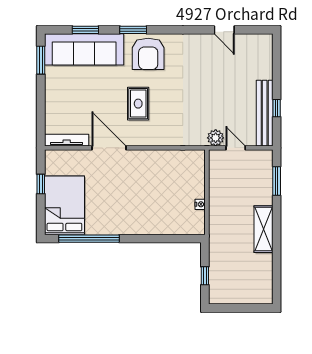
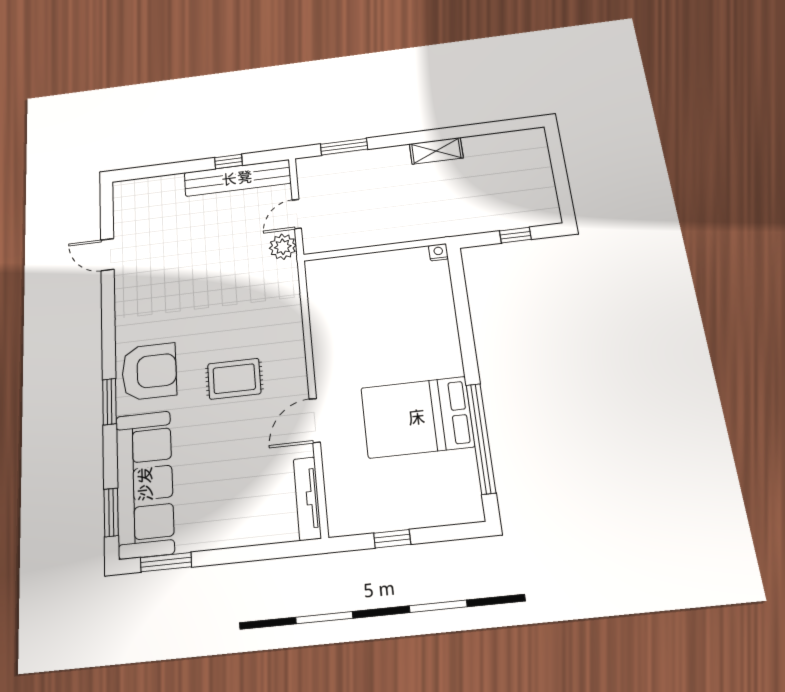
window: (85, 30) -> (111, 512), moved
door: (224, 30) -> (107, 255), swing flipped
door: (109, 148) -> (315, 421), width x0.73
nightstand: (200, 204) -> (438, 252), moved
bed: (64, 205) -> (417, 417), moved
shelving: (263, 229) -> (436, 151), width x0.67, depth x0.75

